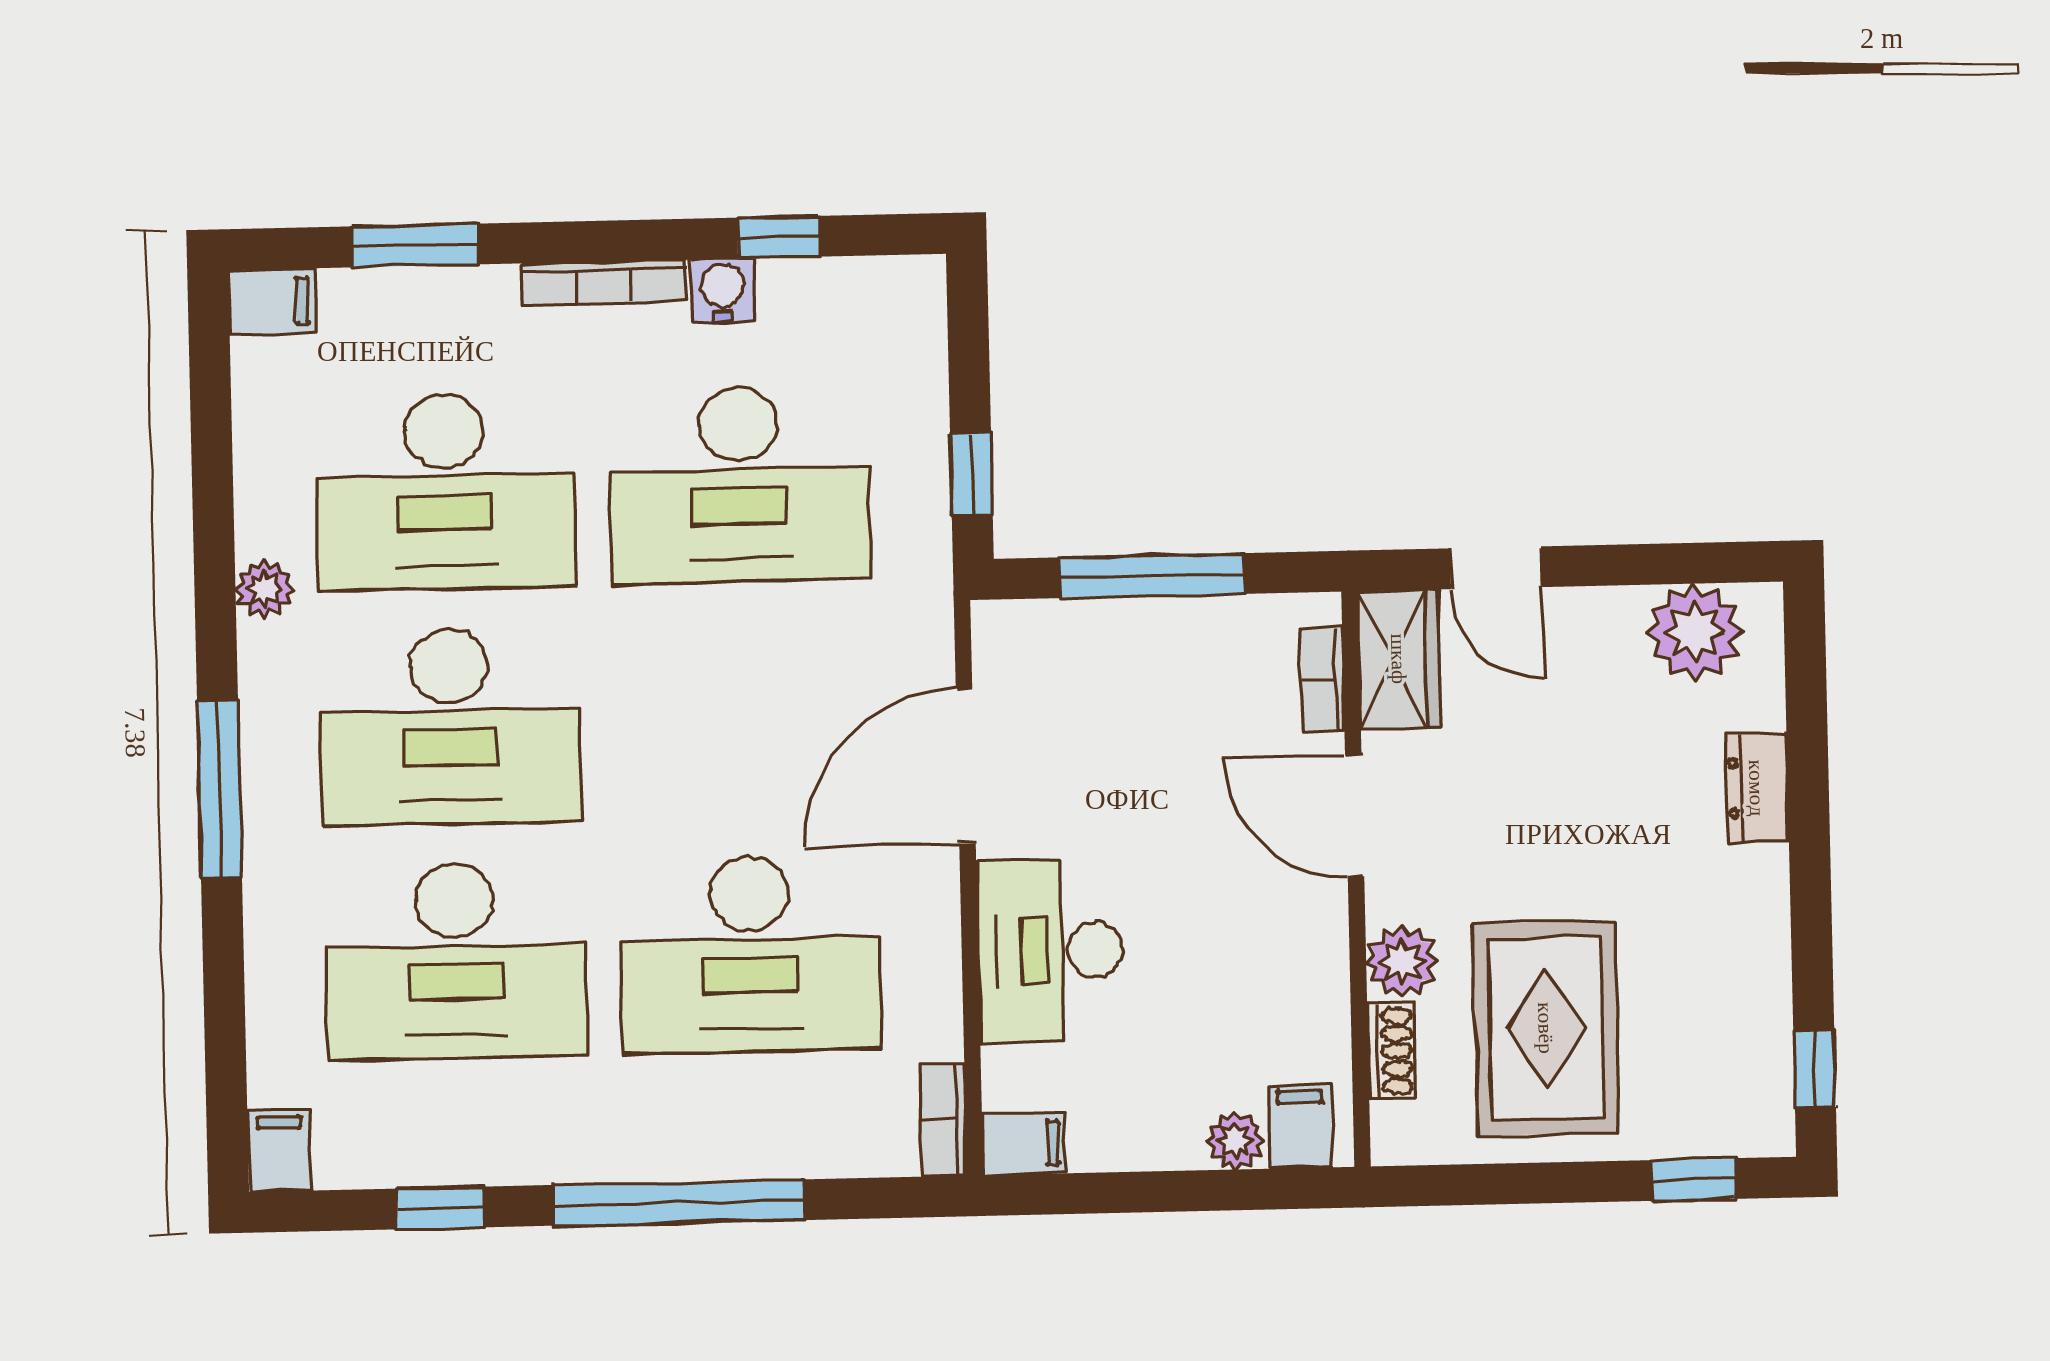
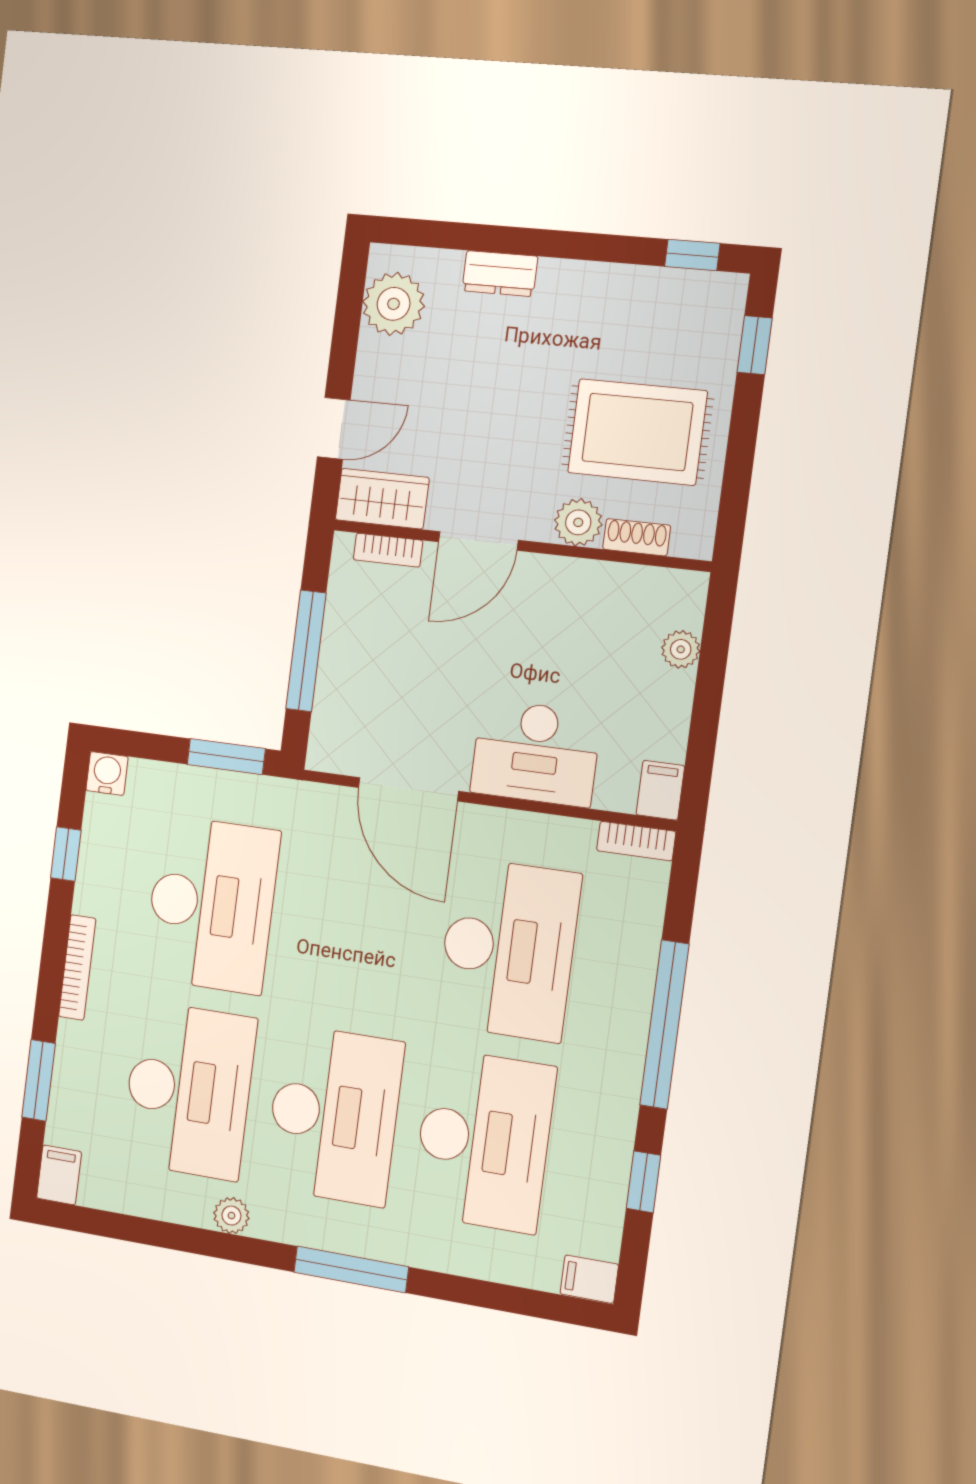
water cooler: (723, 290) -> (107, 773), moved, turned 90
window: (971, 474) -> (226, 757), width x1.50
filing cabinet: (1300, 1126) -> (678, 605), removed

